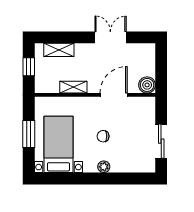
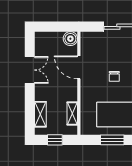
double door: (110, 37) -> (30, 70), swing flipped
shelving: (73, 87) -> (72, 114), moved

